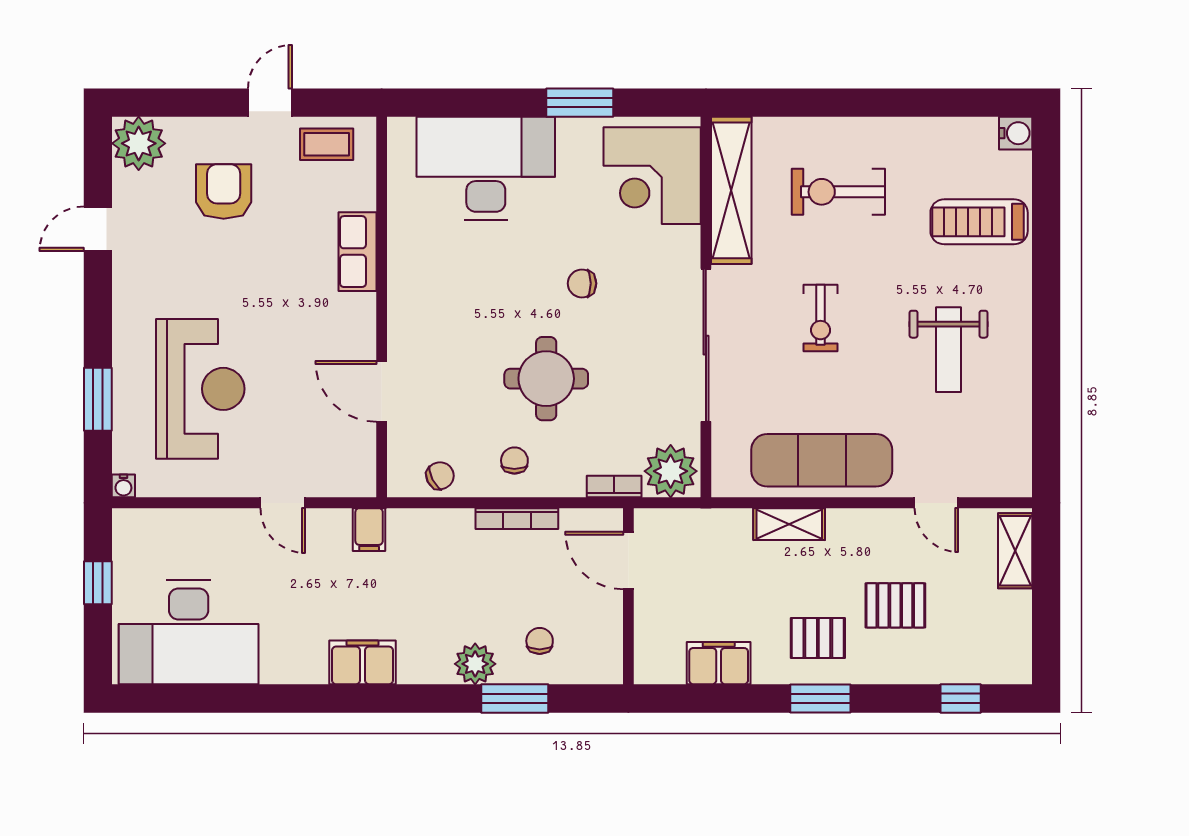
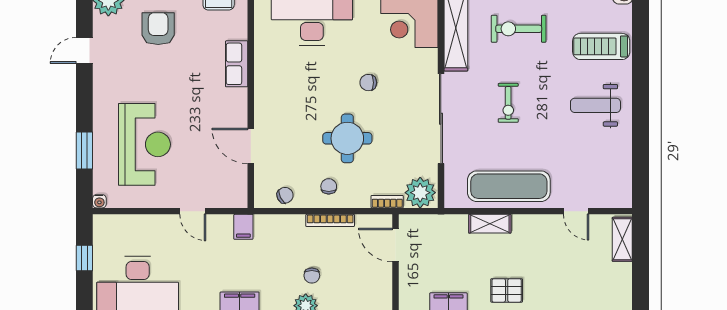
weight bench: (948, 350) -> (595, 105), moved, turned 90
pallet: (895, 605) -> (552, 271), removed
chair: (540, 641) -> (312, 276), moved, turned 180

